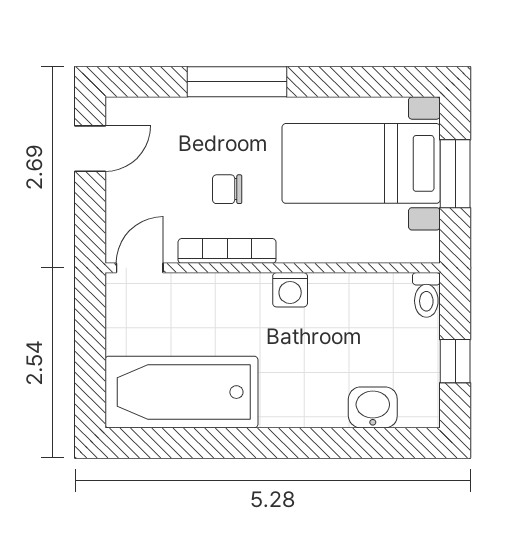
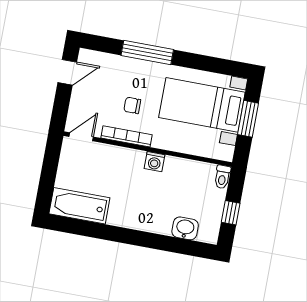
bathtub: (181, 392) -> (79, 206), width x0.73, depth x0.73

